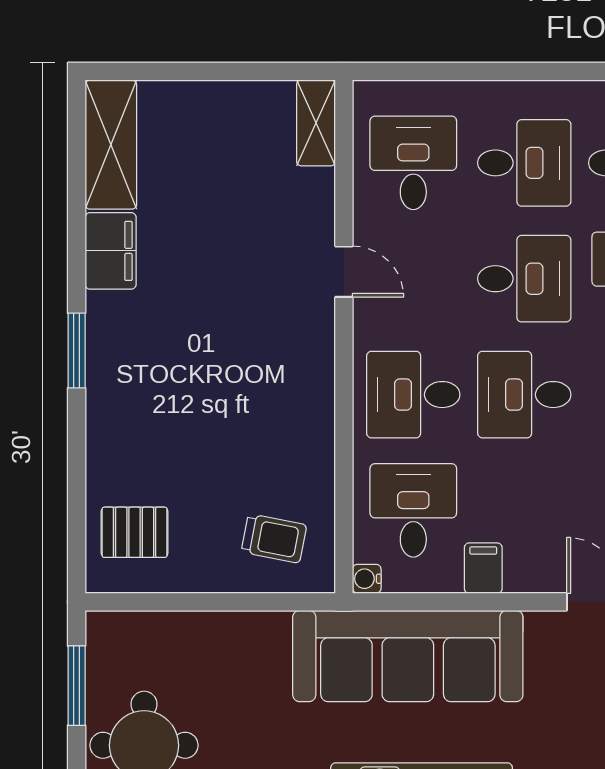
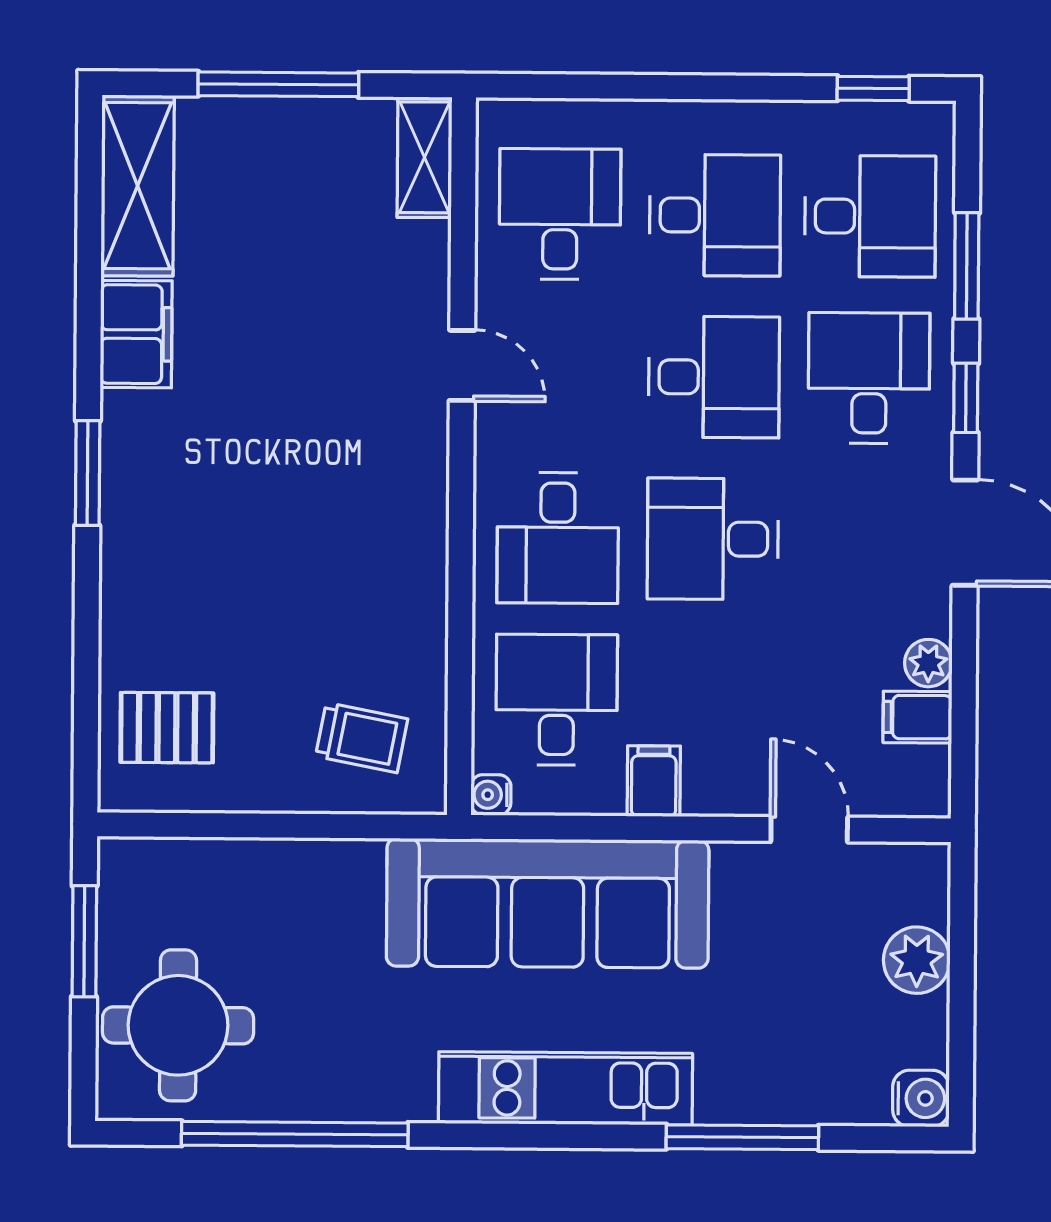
window: (211, 71) -> (278, 84), added
desk: (413, 395) -> (558, 538), turned -90

